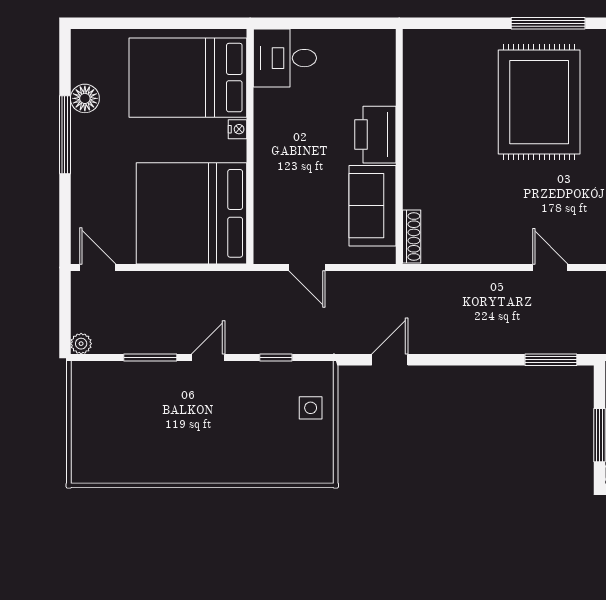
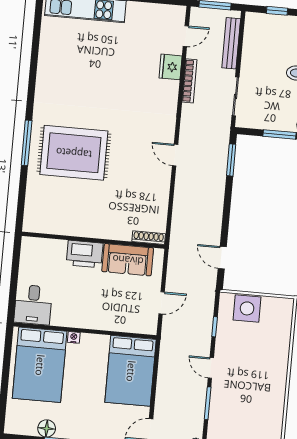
bed: (191, 213) -> (131, 371), width x0.73
door: (550, 268) -> (175, 155), hinge flipped
side table: (311, 408) -> (247, 308), width x1.87, depth x1.87

